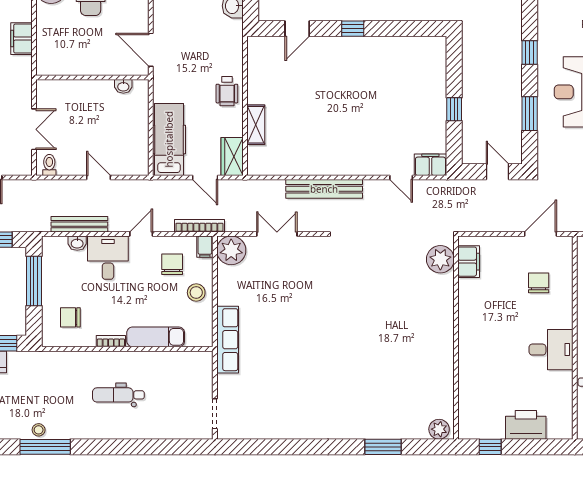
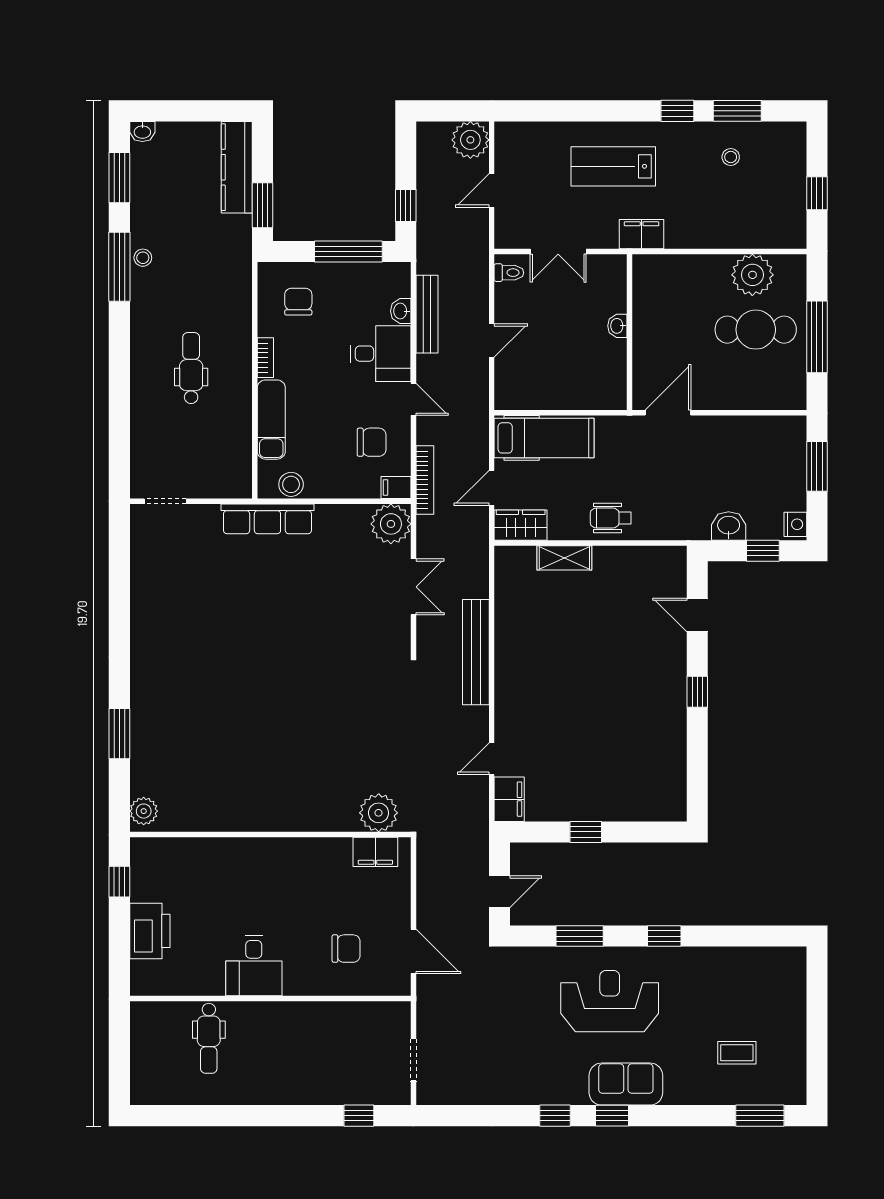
filing cabinet: (21, 39) -> (642, 234), moved
washbasin: (123, 86) -> (617, 326), moved
stool: (196, 293) -> (291, 484), moved

